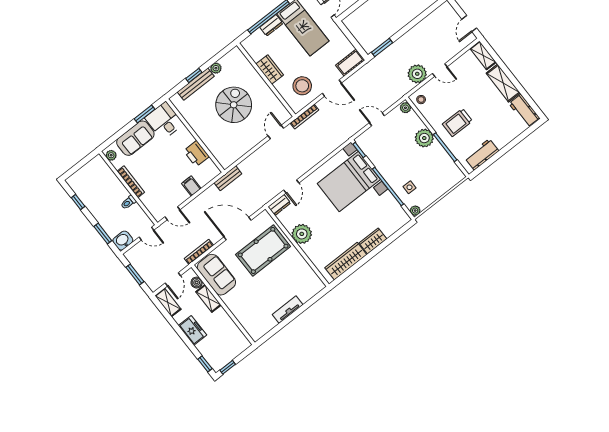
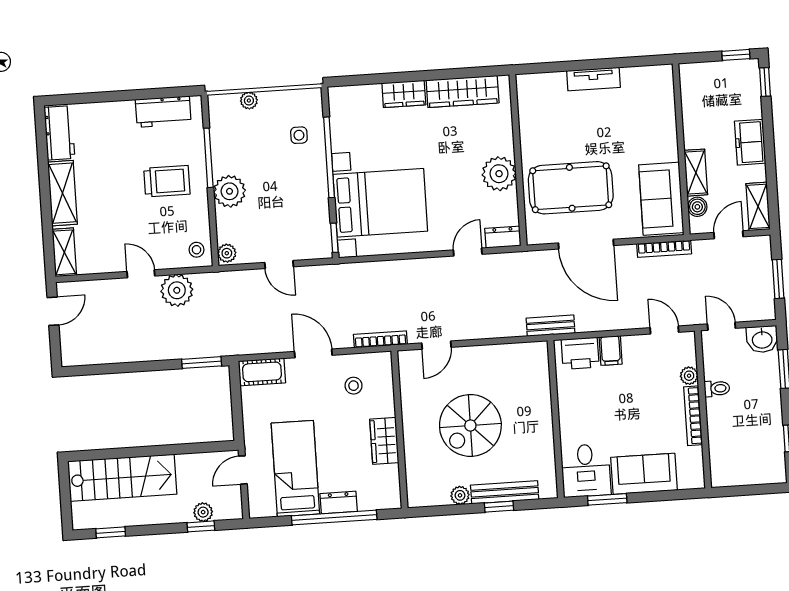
stool: (302, 86) -> (354, 386), width x0.53, depth x0.53
printer: (196, 154) -> (580, 353), moved, turned 90
plant: (111, 155) -> (689, 376), moved
plant: (415, 211) -> (249, 101), moved

